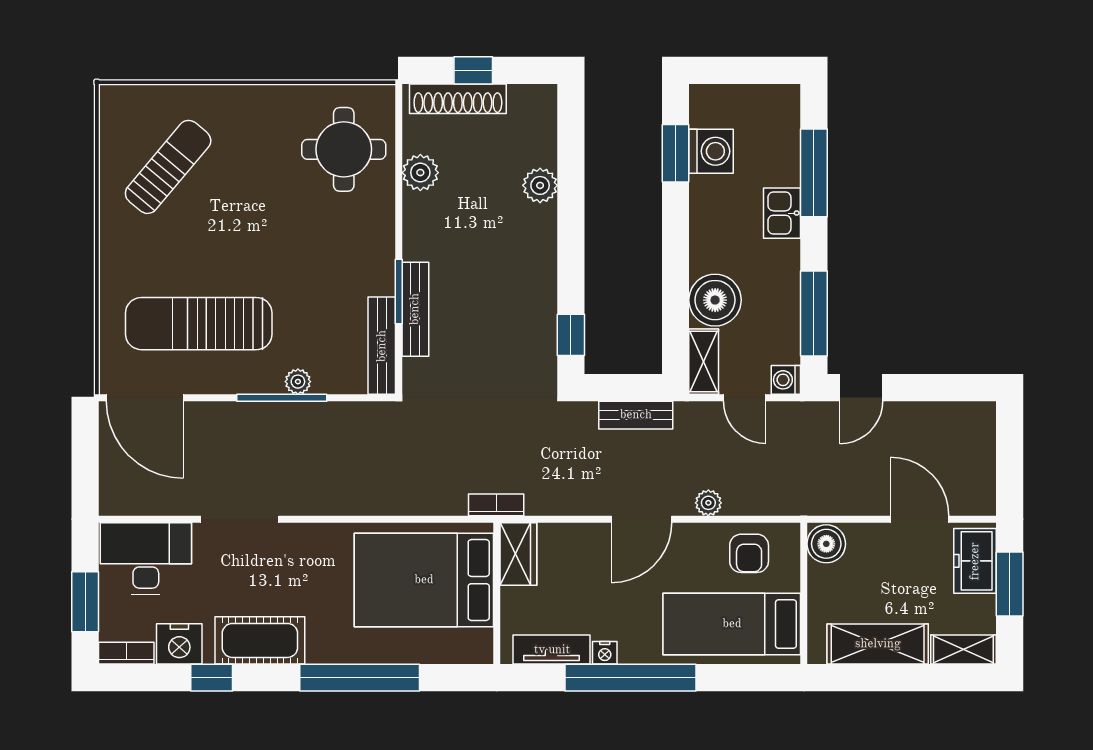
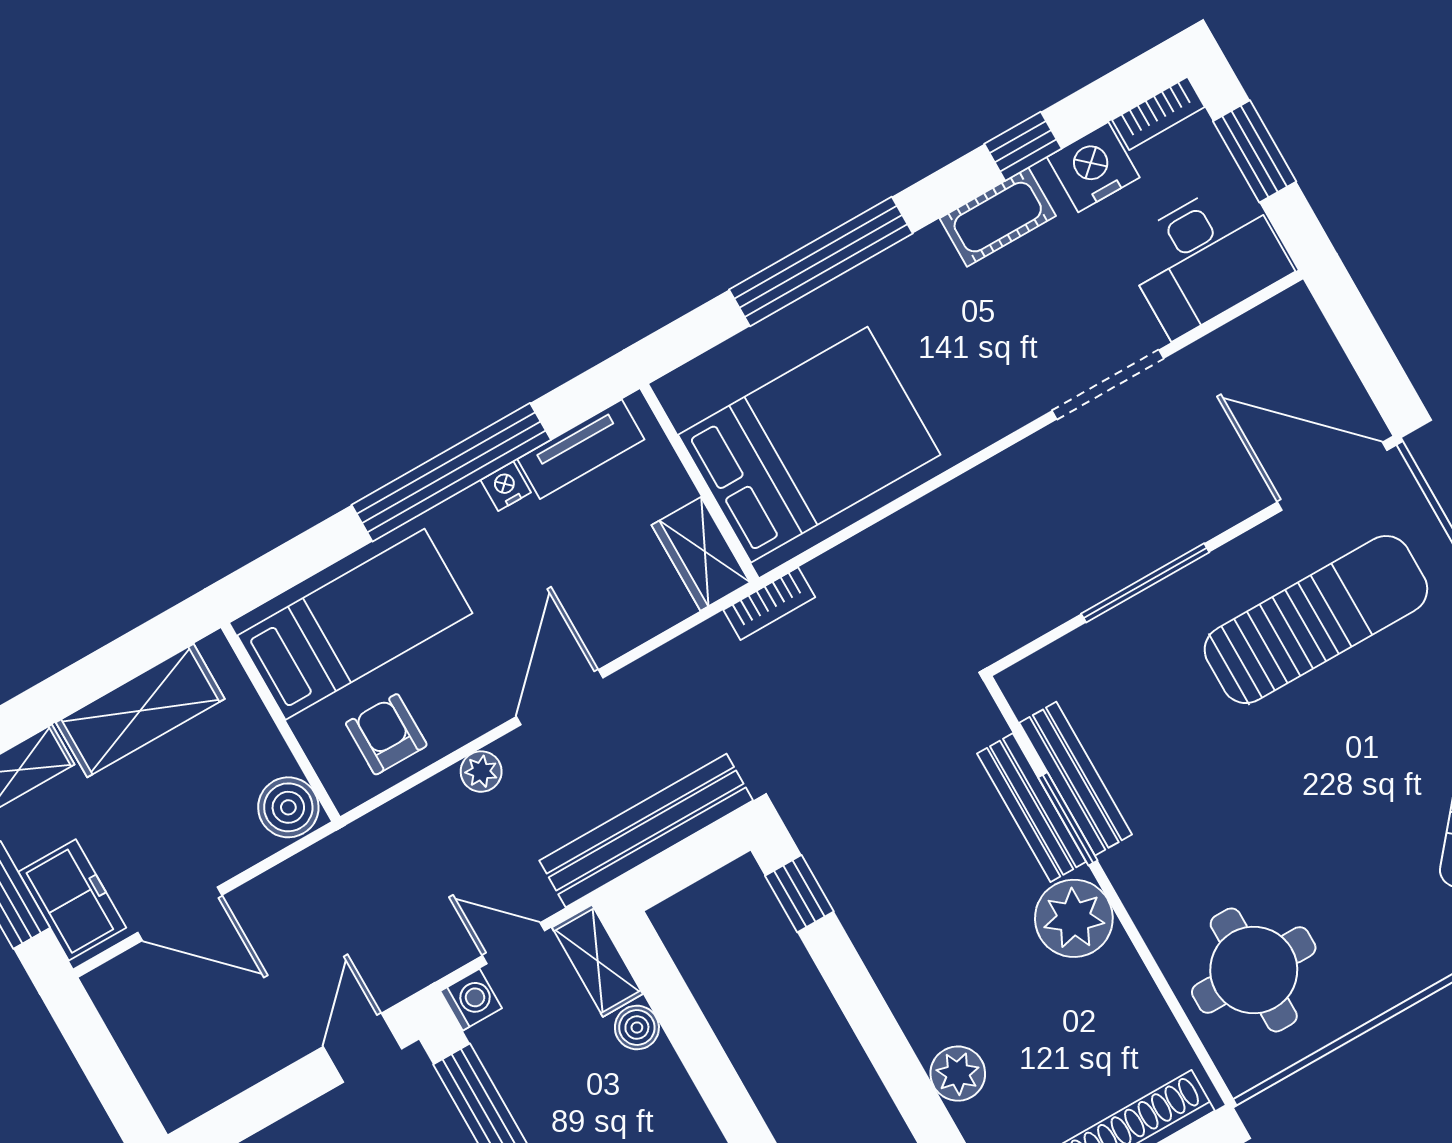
plant: (420, 173) -> (1074, 918), moved, width x1.36, depth x1.36
boiler: (715, 300) -> (637, 1028), width x0.54, depth x0.54
bench: (382, 346) -> (1076, 779), moved
plant: (298, 382) -> (1136, 617), removed
bench: (636, 415) -> (646, 831), width x1.86, depth x1.21
cot: (260, 640) -> (998, 217), width x0.73, depth x0.75

